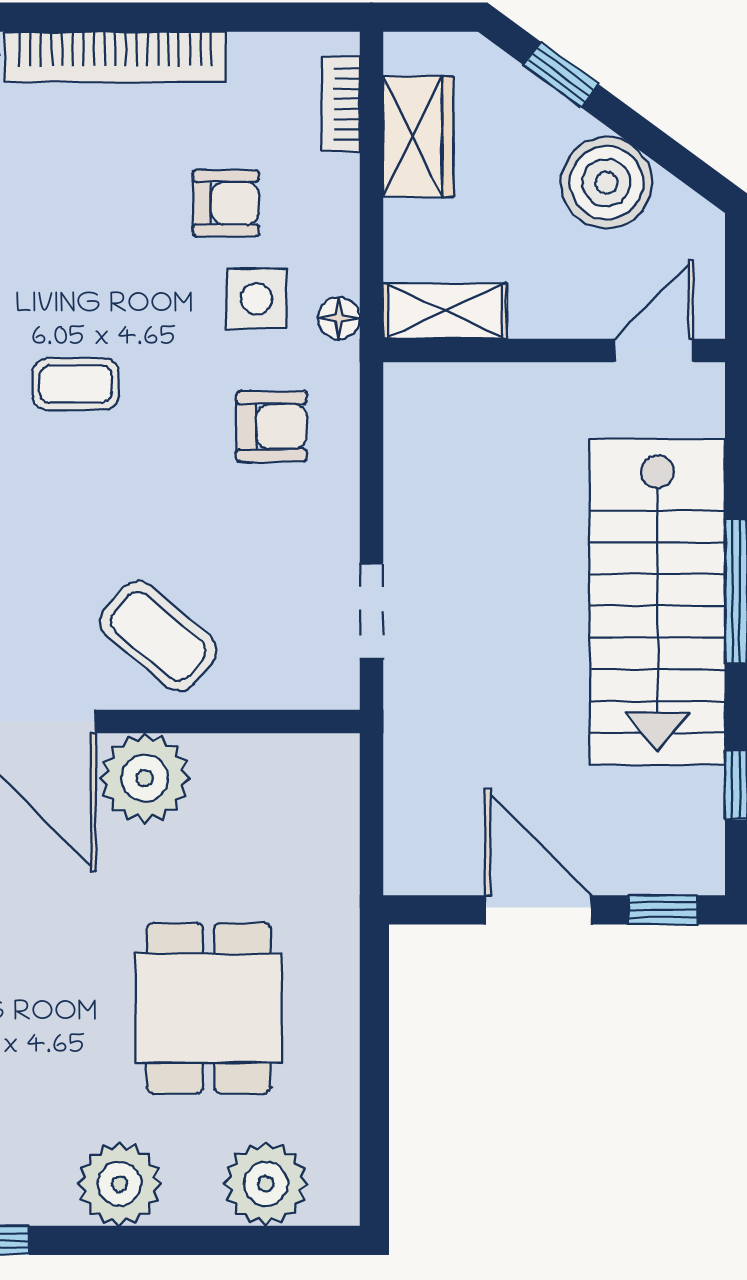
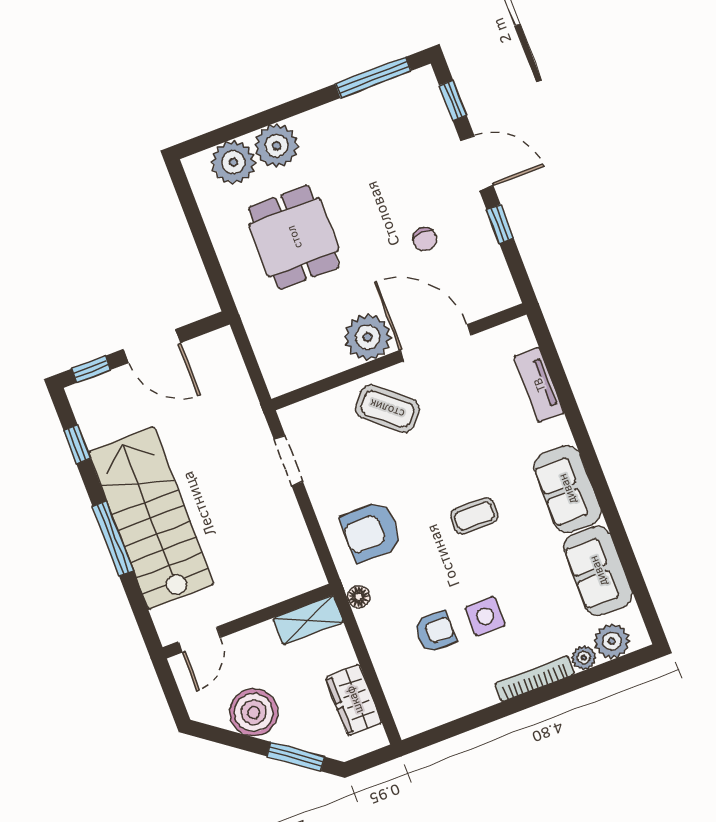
bookcase: (115, 57) -> (535, 679), width x0.68, depth x0.76
window: (561, 75) -> (296, 757), width x1.50
bookcase: (341, 104) -> (397, 701), removed
armchair: (226, 203) -> (435, 632), turned 180
side table: (256, 299) -> (485, 616), moved
armchair: (272, 426) -> (371, 532), width x1.38, depth x1.38
plant: (120, 1184) -> (276, 146), moved

